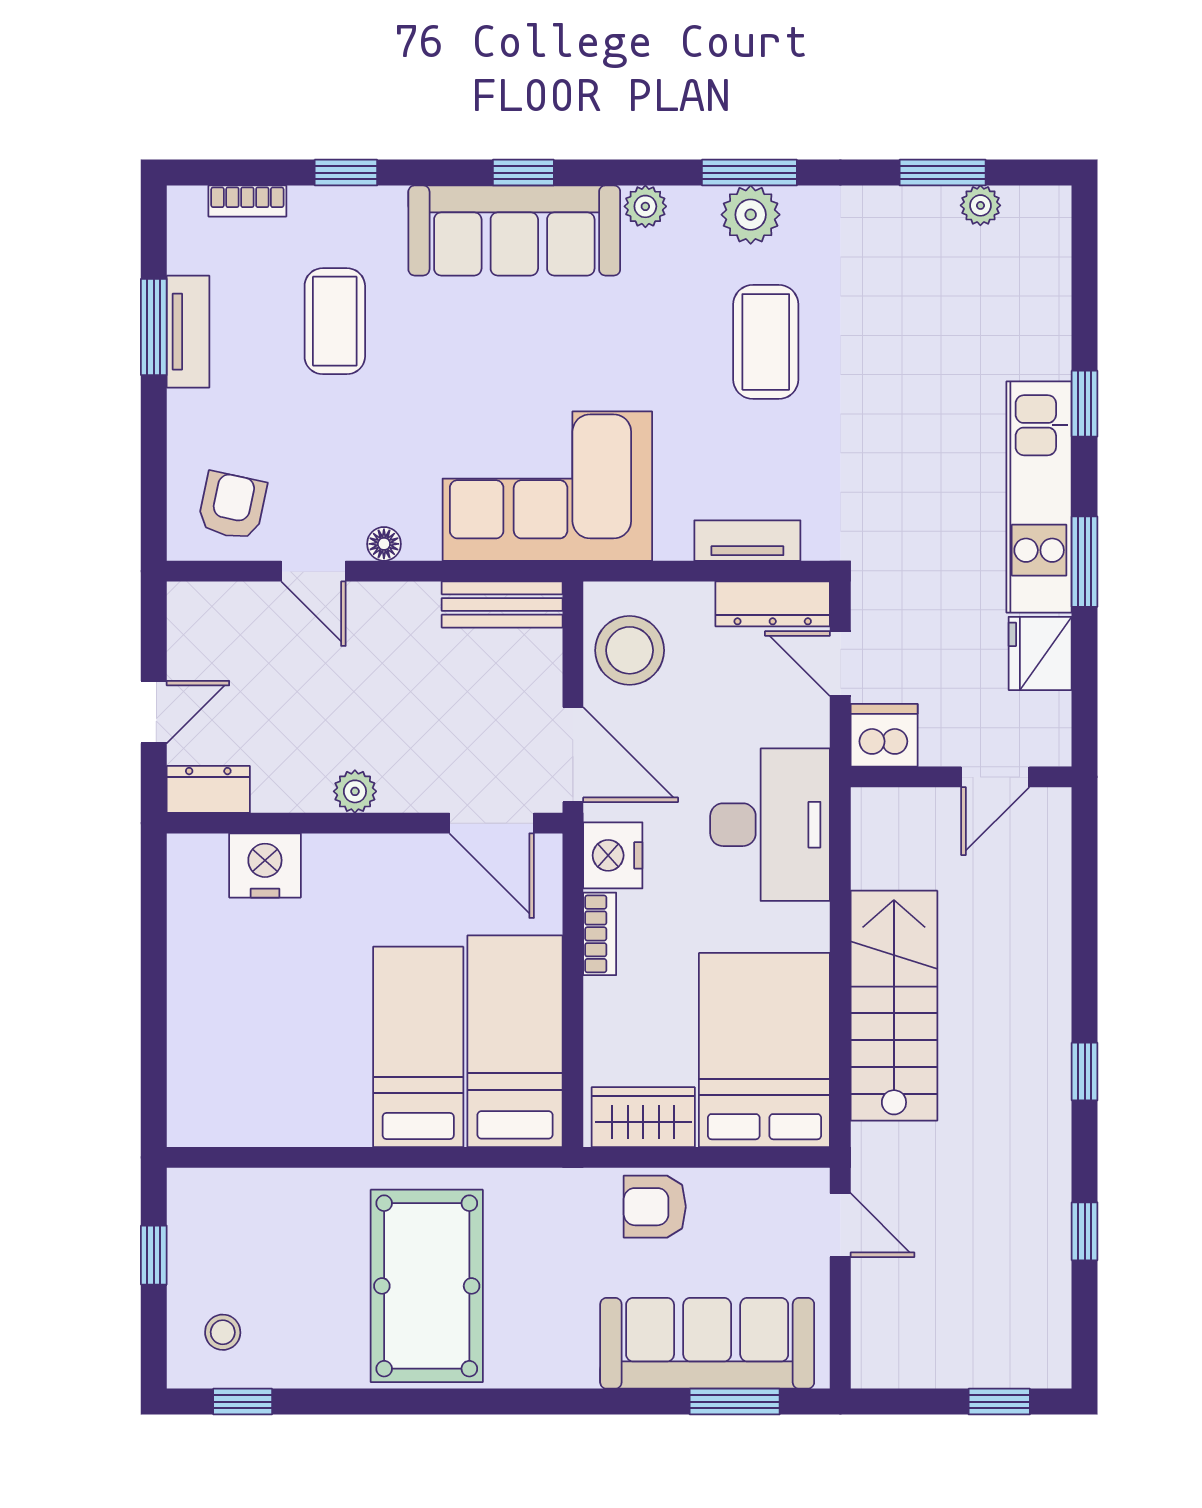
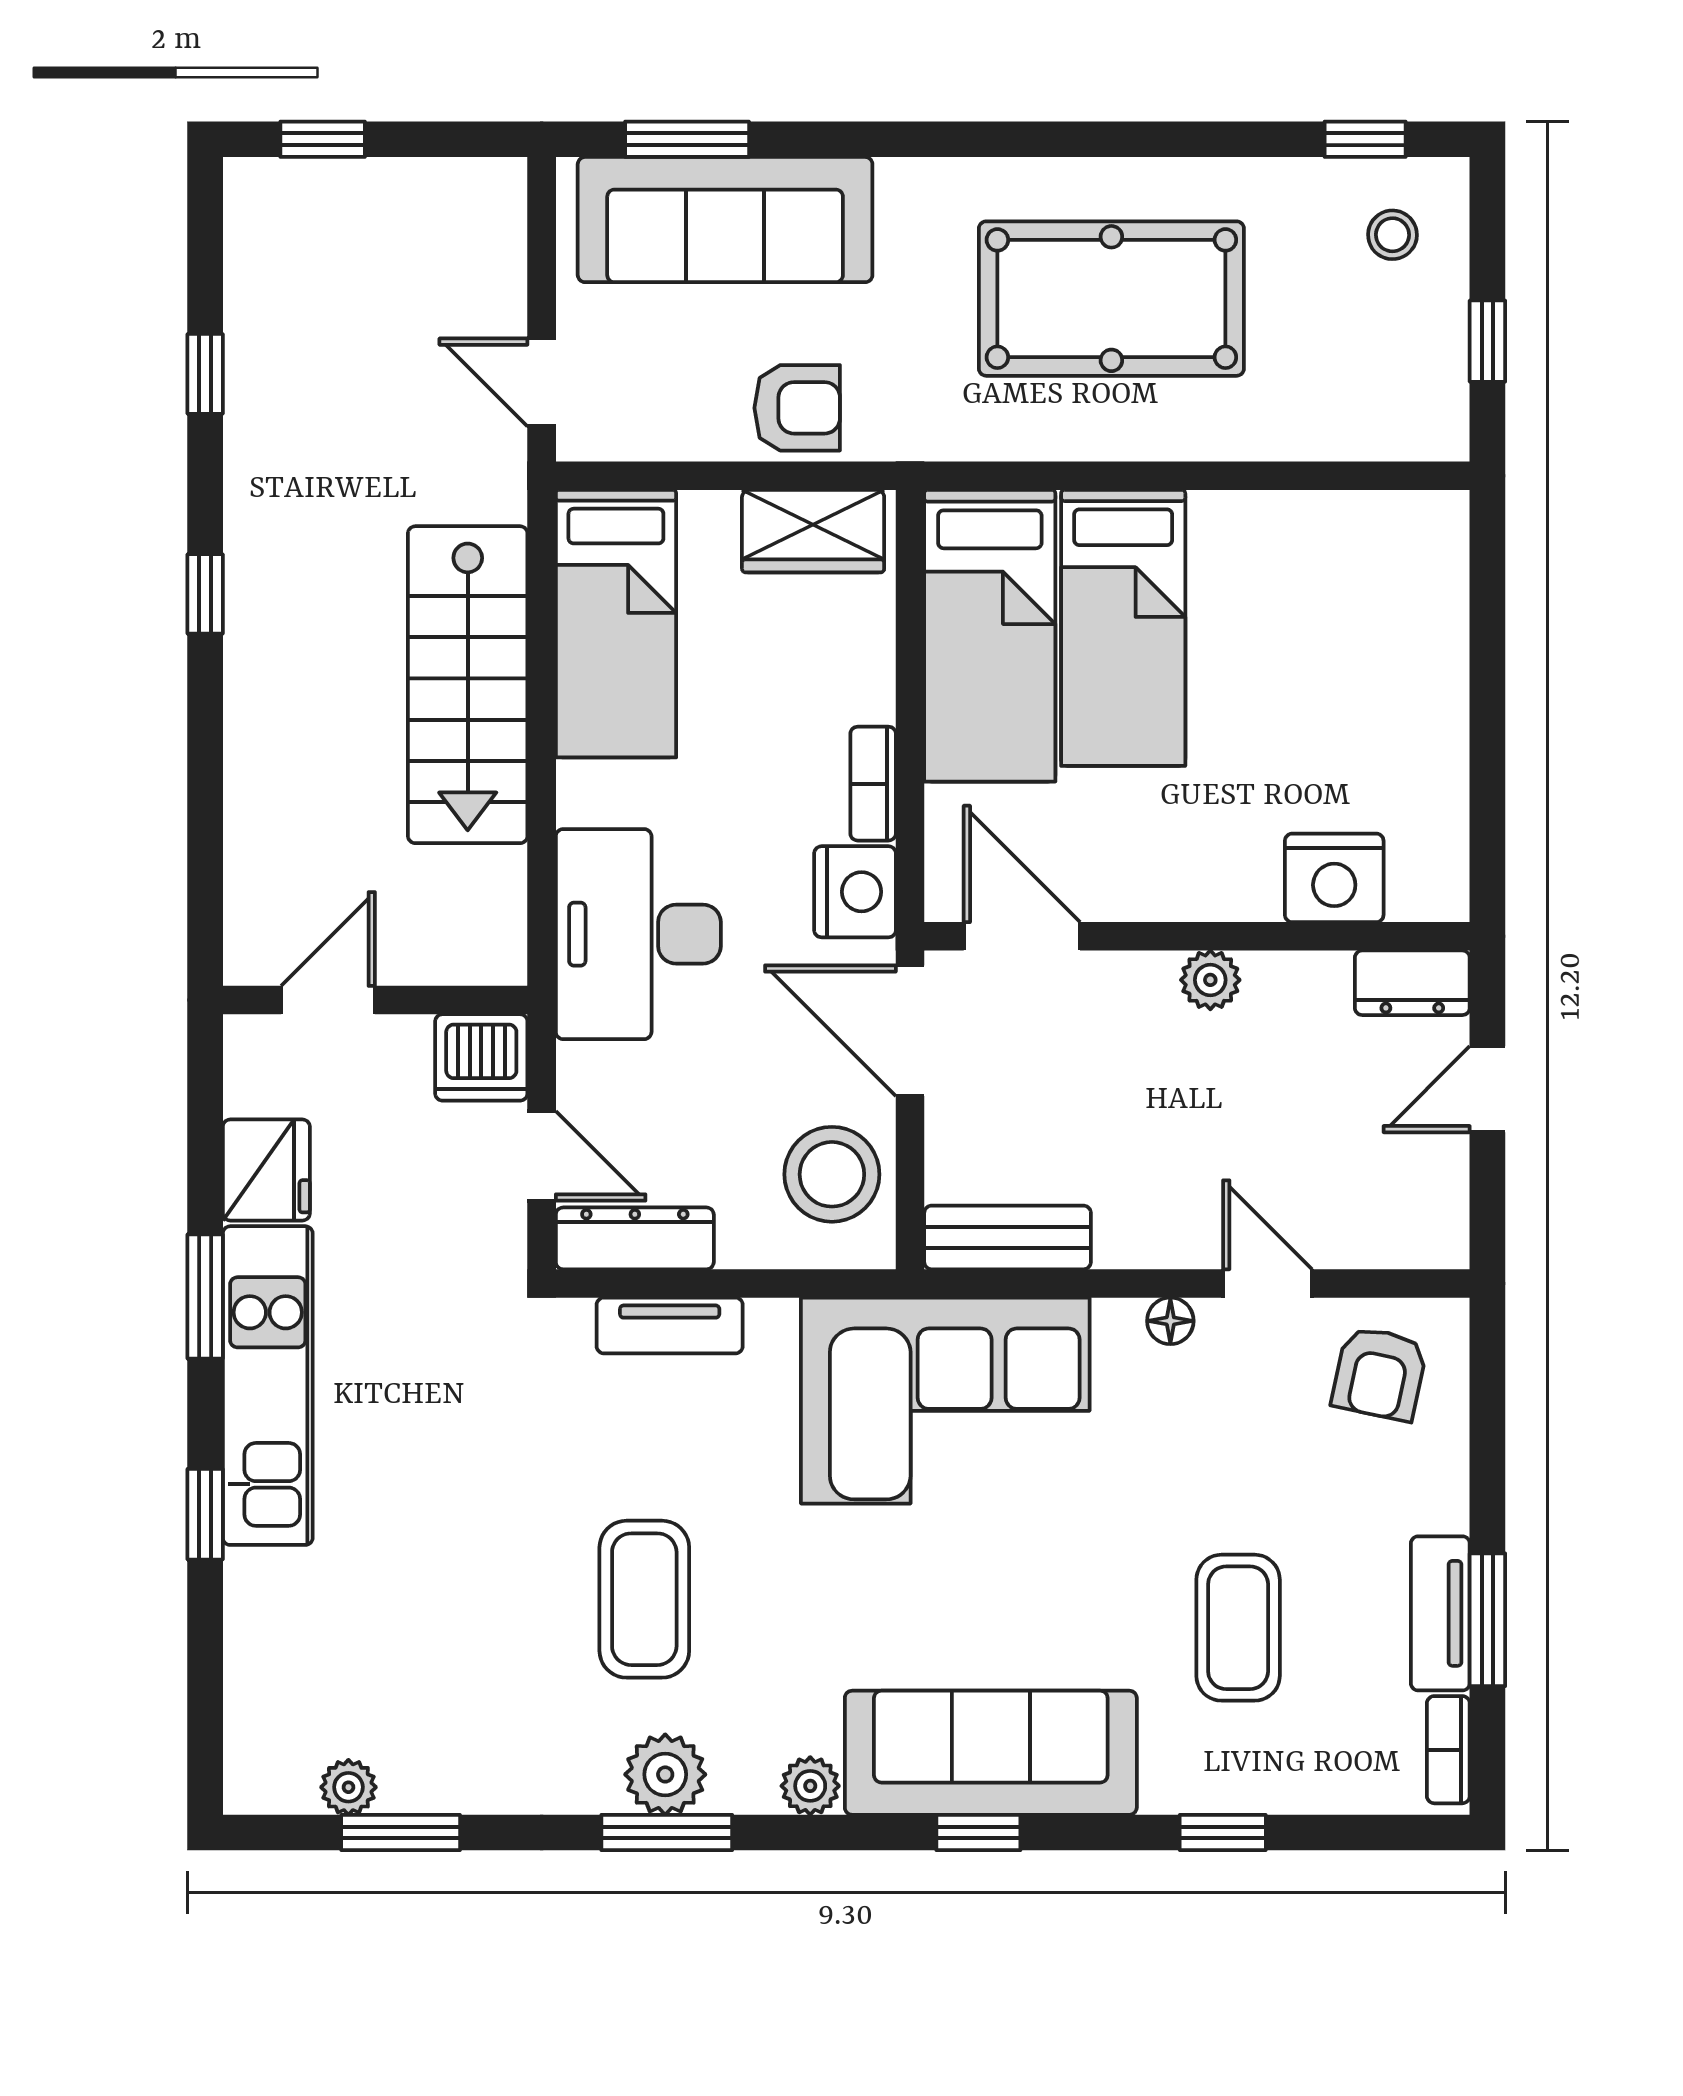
bookcase: (247, 201) -> (1448, 1750), moved, turned -90
bed: (764, 1050) -> (616, 624), width x0.67
pool table: (427, 1286) -> (1111, 299), turned 90

